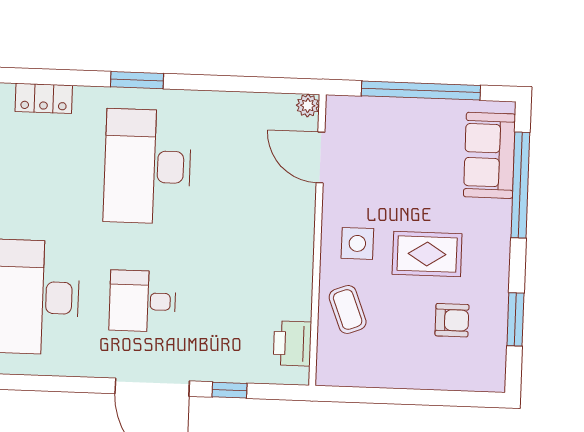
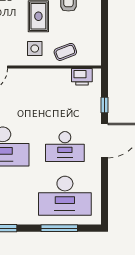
desk: (143, 301) -> (65, 147), width x1.37

